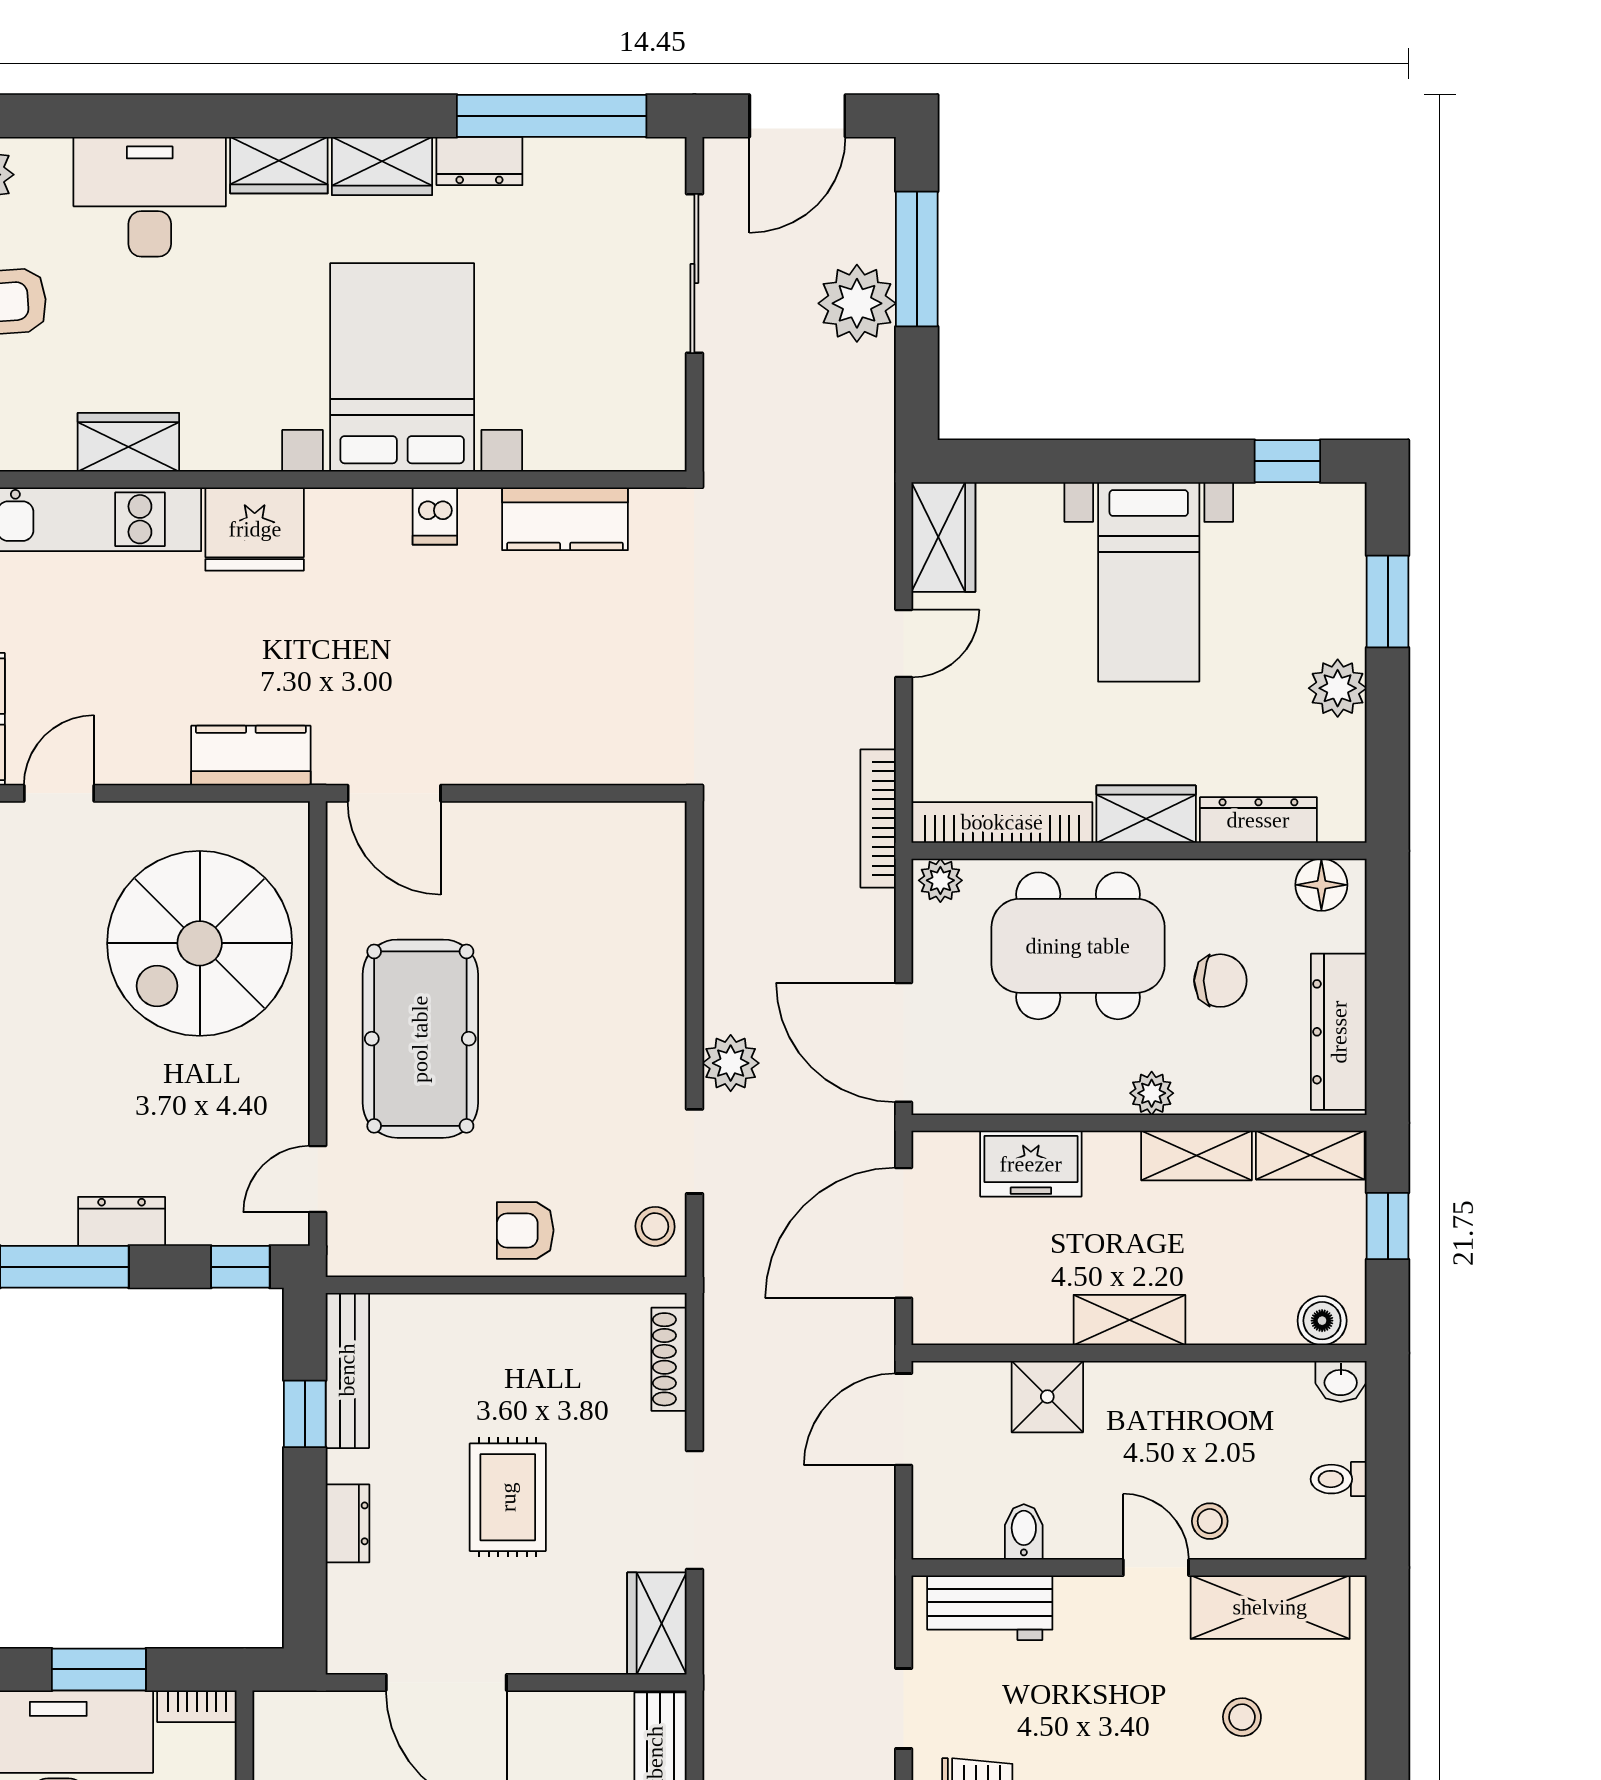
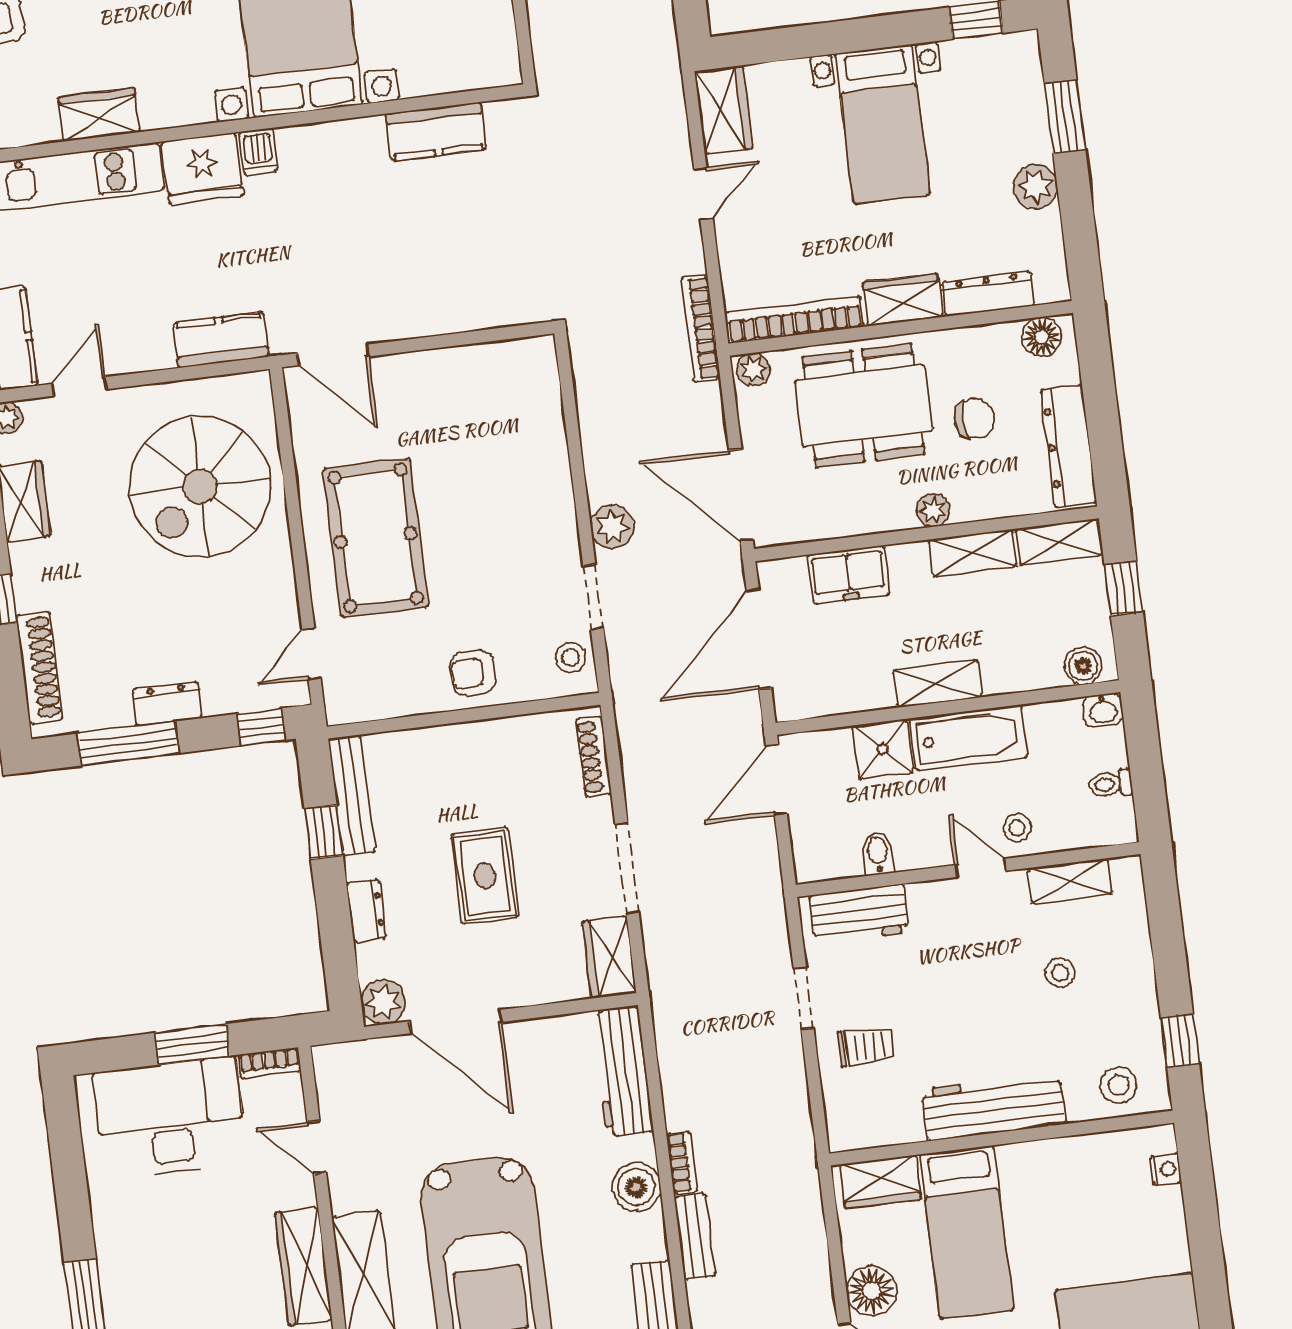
dishwasher: (435, 516) -> (258, 152), moved
bathtub: (1161, 1396) -> (969, 738), added
shelving: (1270, 1607) -> (1070, 881), width x0.67, depth x0.75
plant: (355, 1646) -> (383, 1002), added

